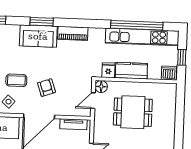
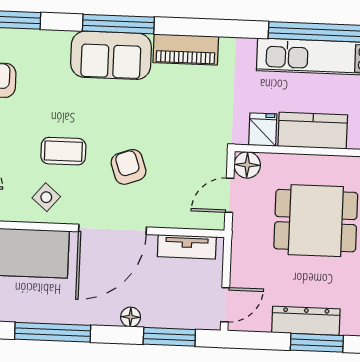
window: (42, 22) -> (118, 24), width x1.44

